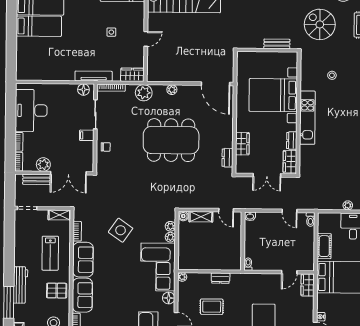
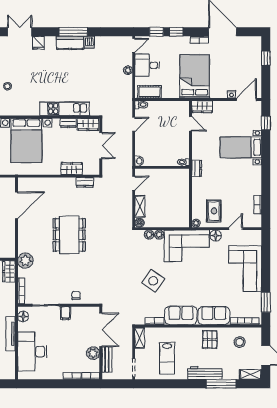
tv unit: (94, 76) -> (10, 334), moved
door: (215, 84) -> (16, 205), moved
plant: (172, 90) -> (22, 235), removed
desk: (31, 110) -> (32, 352), moved, turned 90
kitchen unit: (307, 118) -> (65, 109), moved
dining table: (171, 140) -> (69, 235), width x0.73, depth x0.80
cot: (324, 246) -> (149, 92), moved
lab bench: (50, 253) -> (167, 358), moved, turned 90
dresser: (221, 278) -> (197, 168), moved
rug: (212, 307) -> (214, 211), moved

